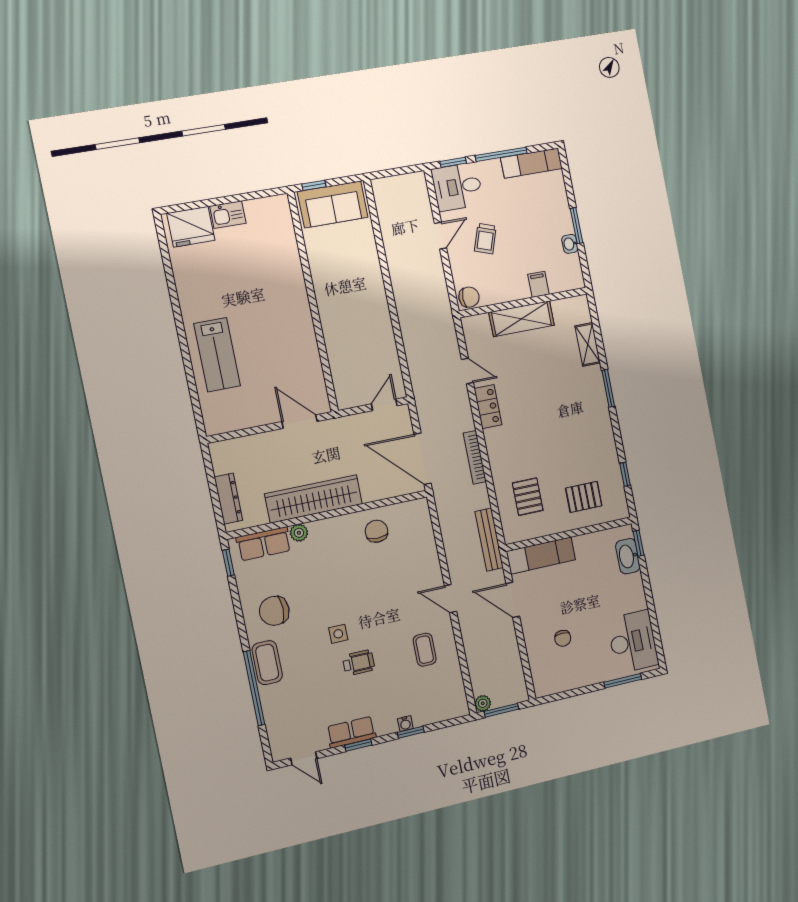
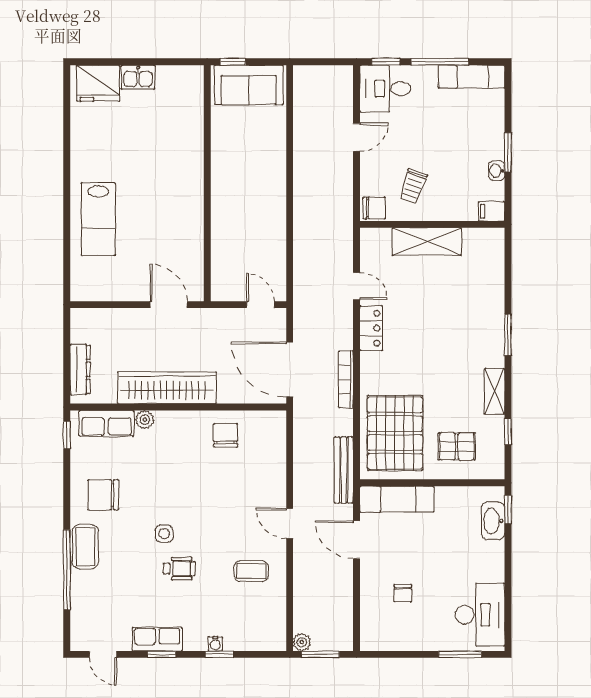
trolley: (485, 239) -> (413, 186), moved
filing cabinet: (538, 284) -> (492, 211), moved, turned -90
shelving: (588, 344) -> (494, 391), moved
door: (384, 405) -> (261, 305), hinge flipped
pallet: (528, 497) -> (395, 433), width x2.05, depth x2.00
coffee table: (425, 650) -> (251, 571), turned 90

